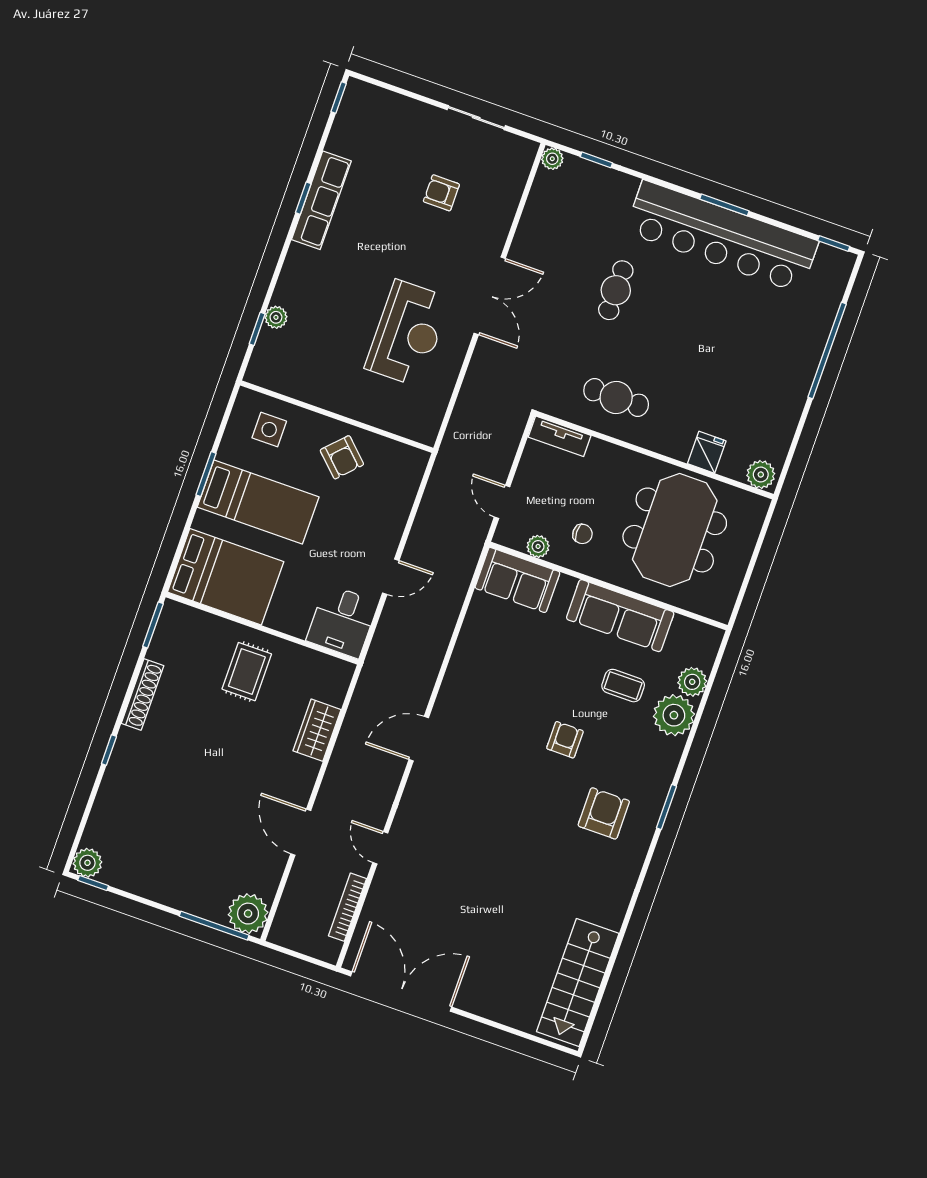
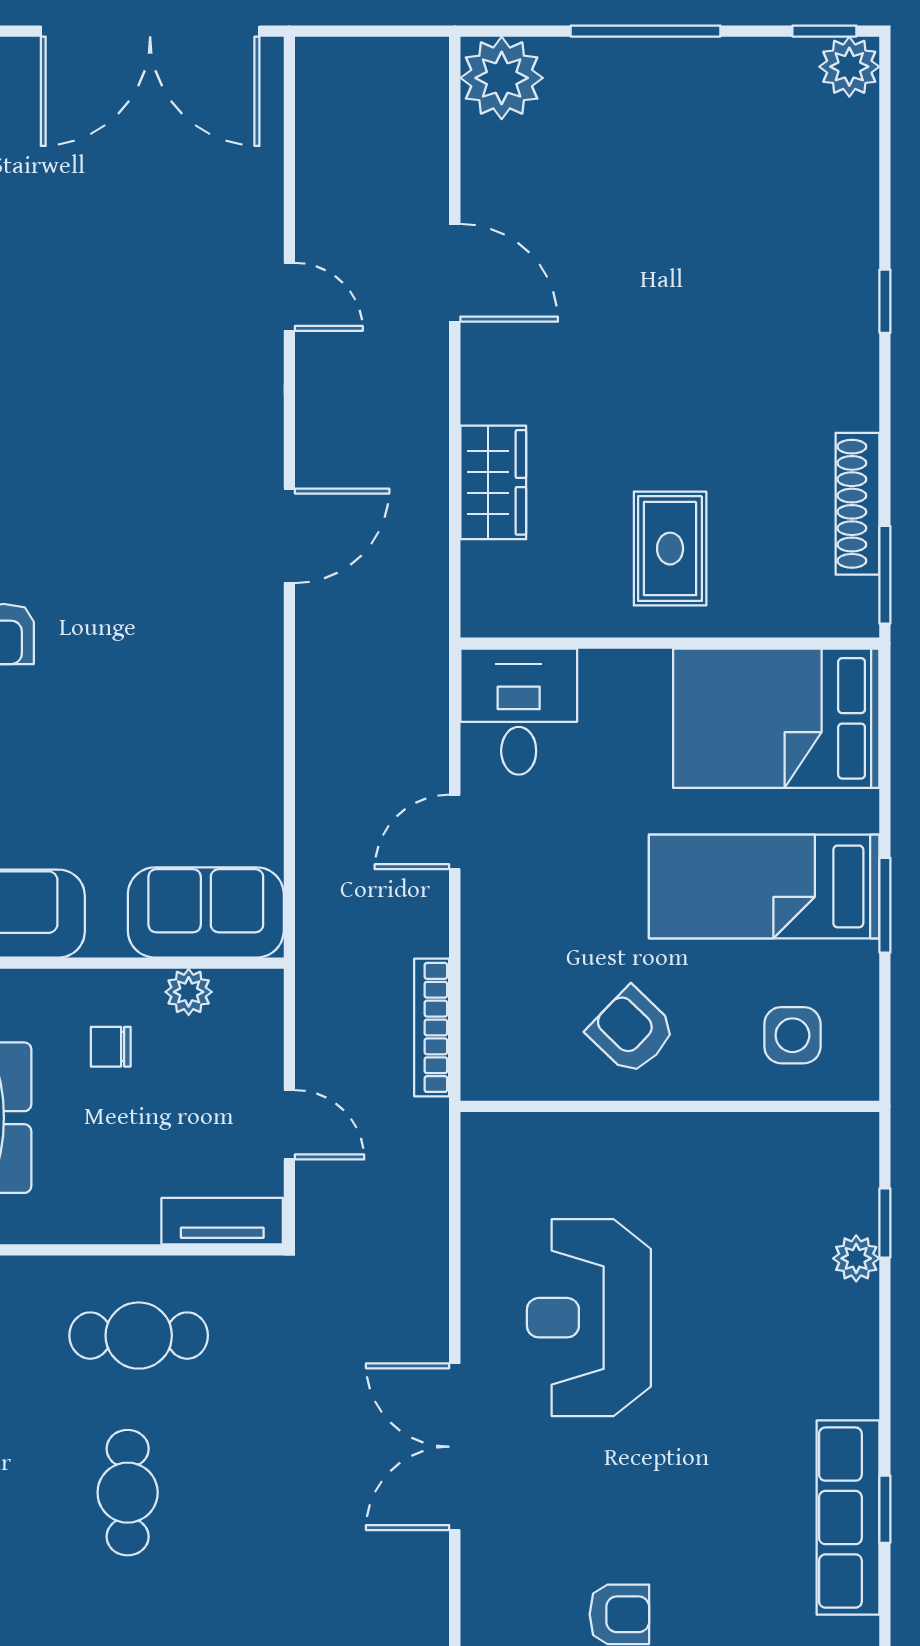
cafe table: (616, 290) -> (128, 1493), moved
door: (502, 502) -> (289, 1125), moved
shoe rack: (143, 694) -> (857, 504), moved
bookcase: (347, 907) -> (432, 1027), moved, turned 180
window: (214, 926) -> (646, 31), moved

